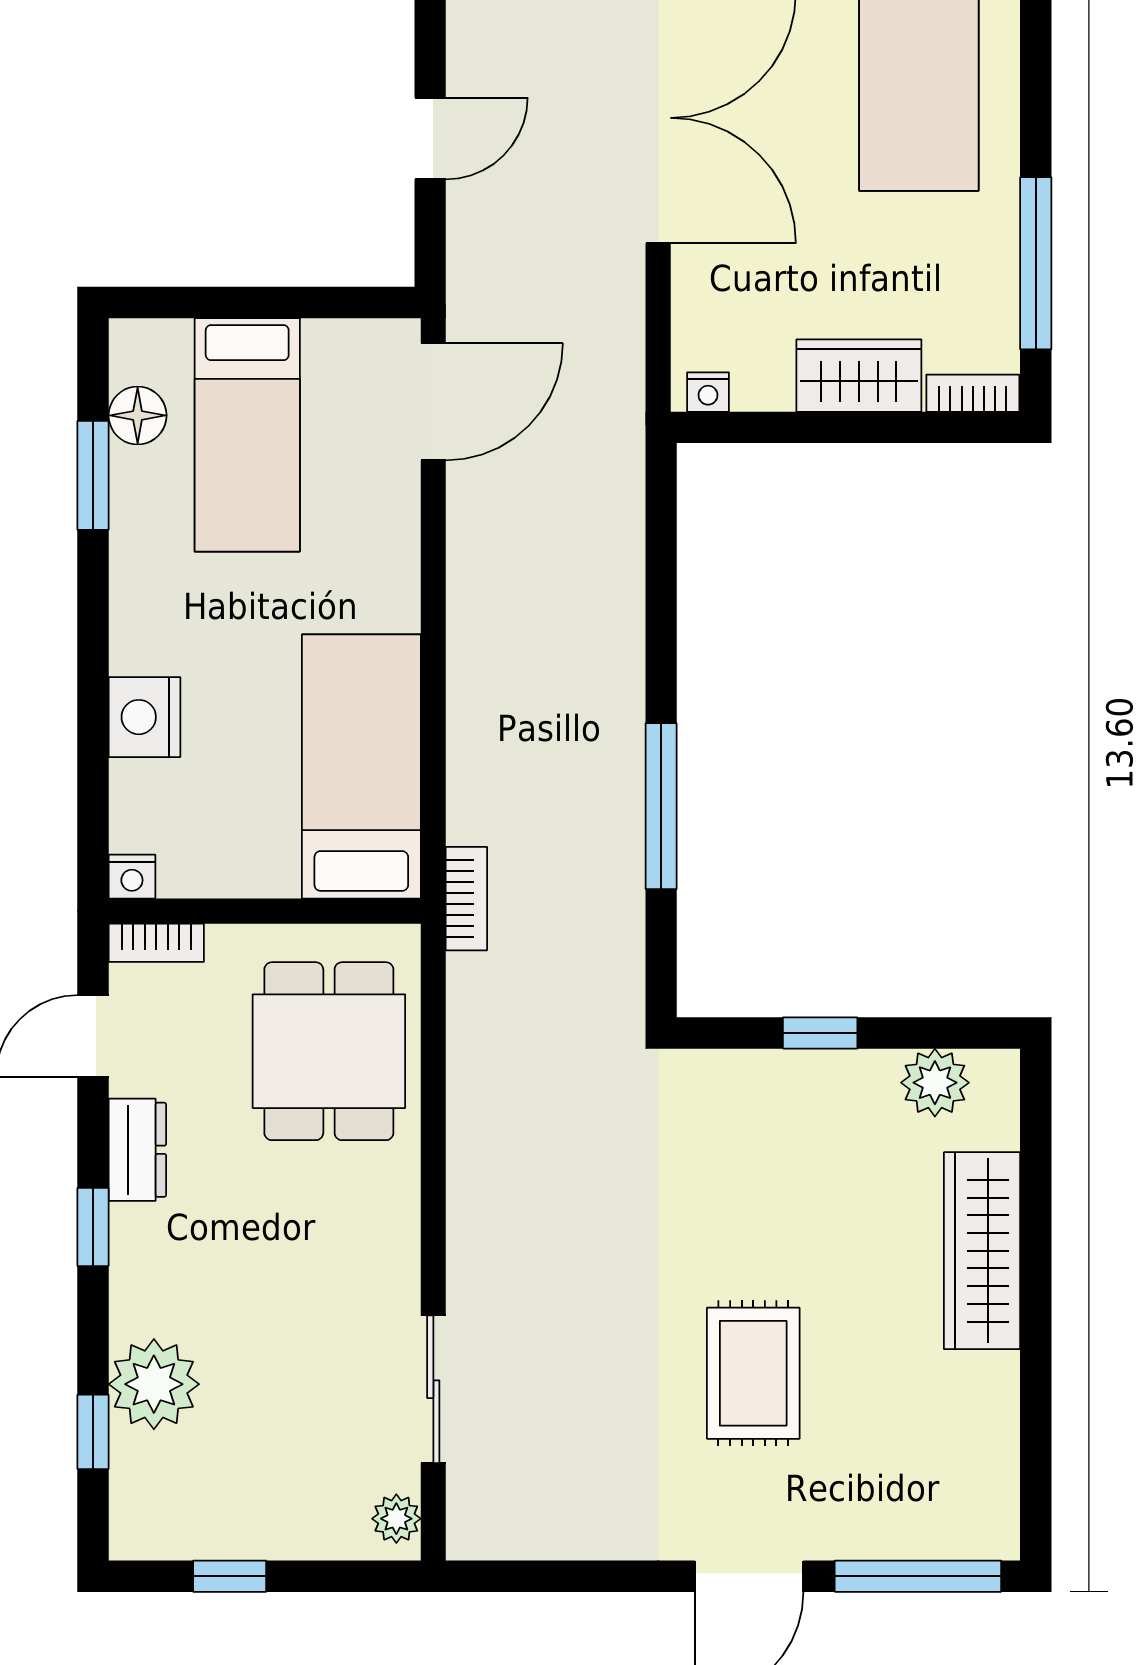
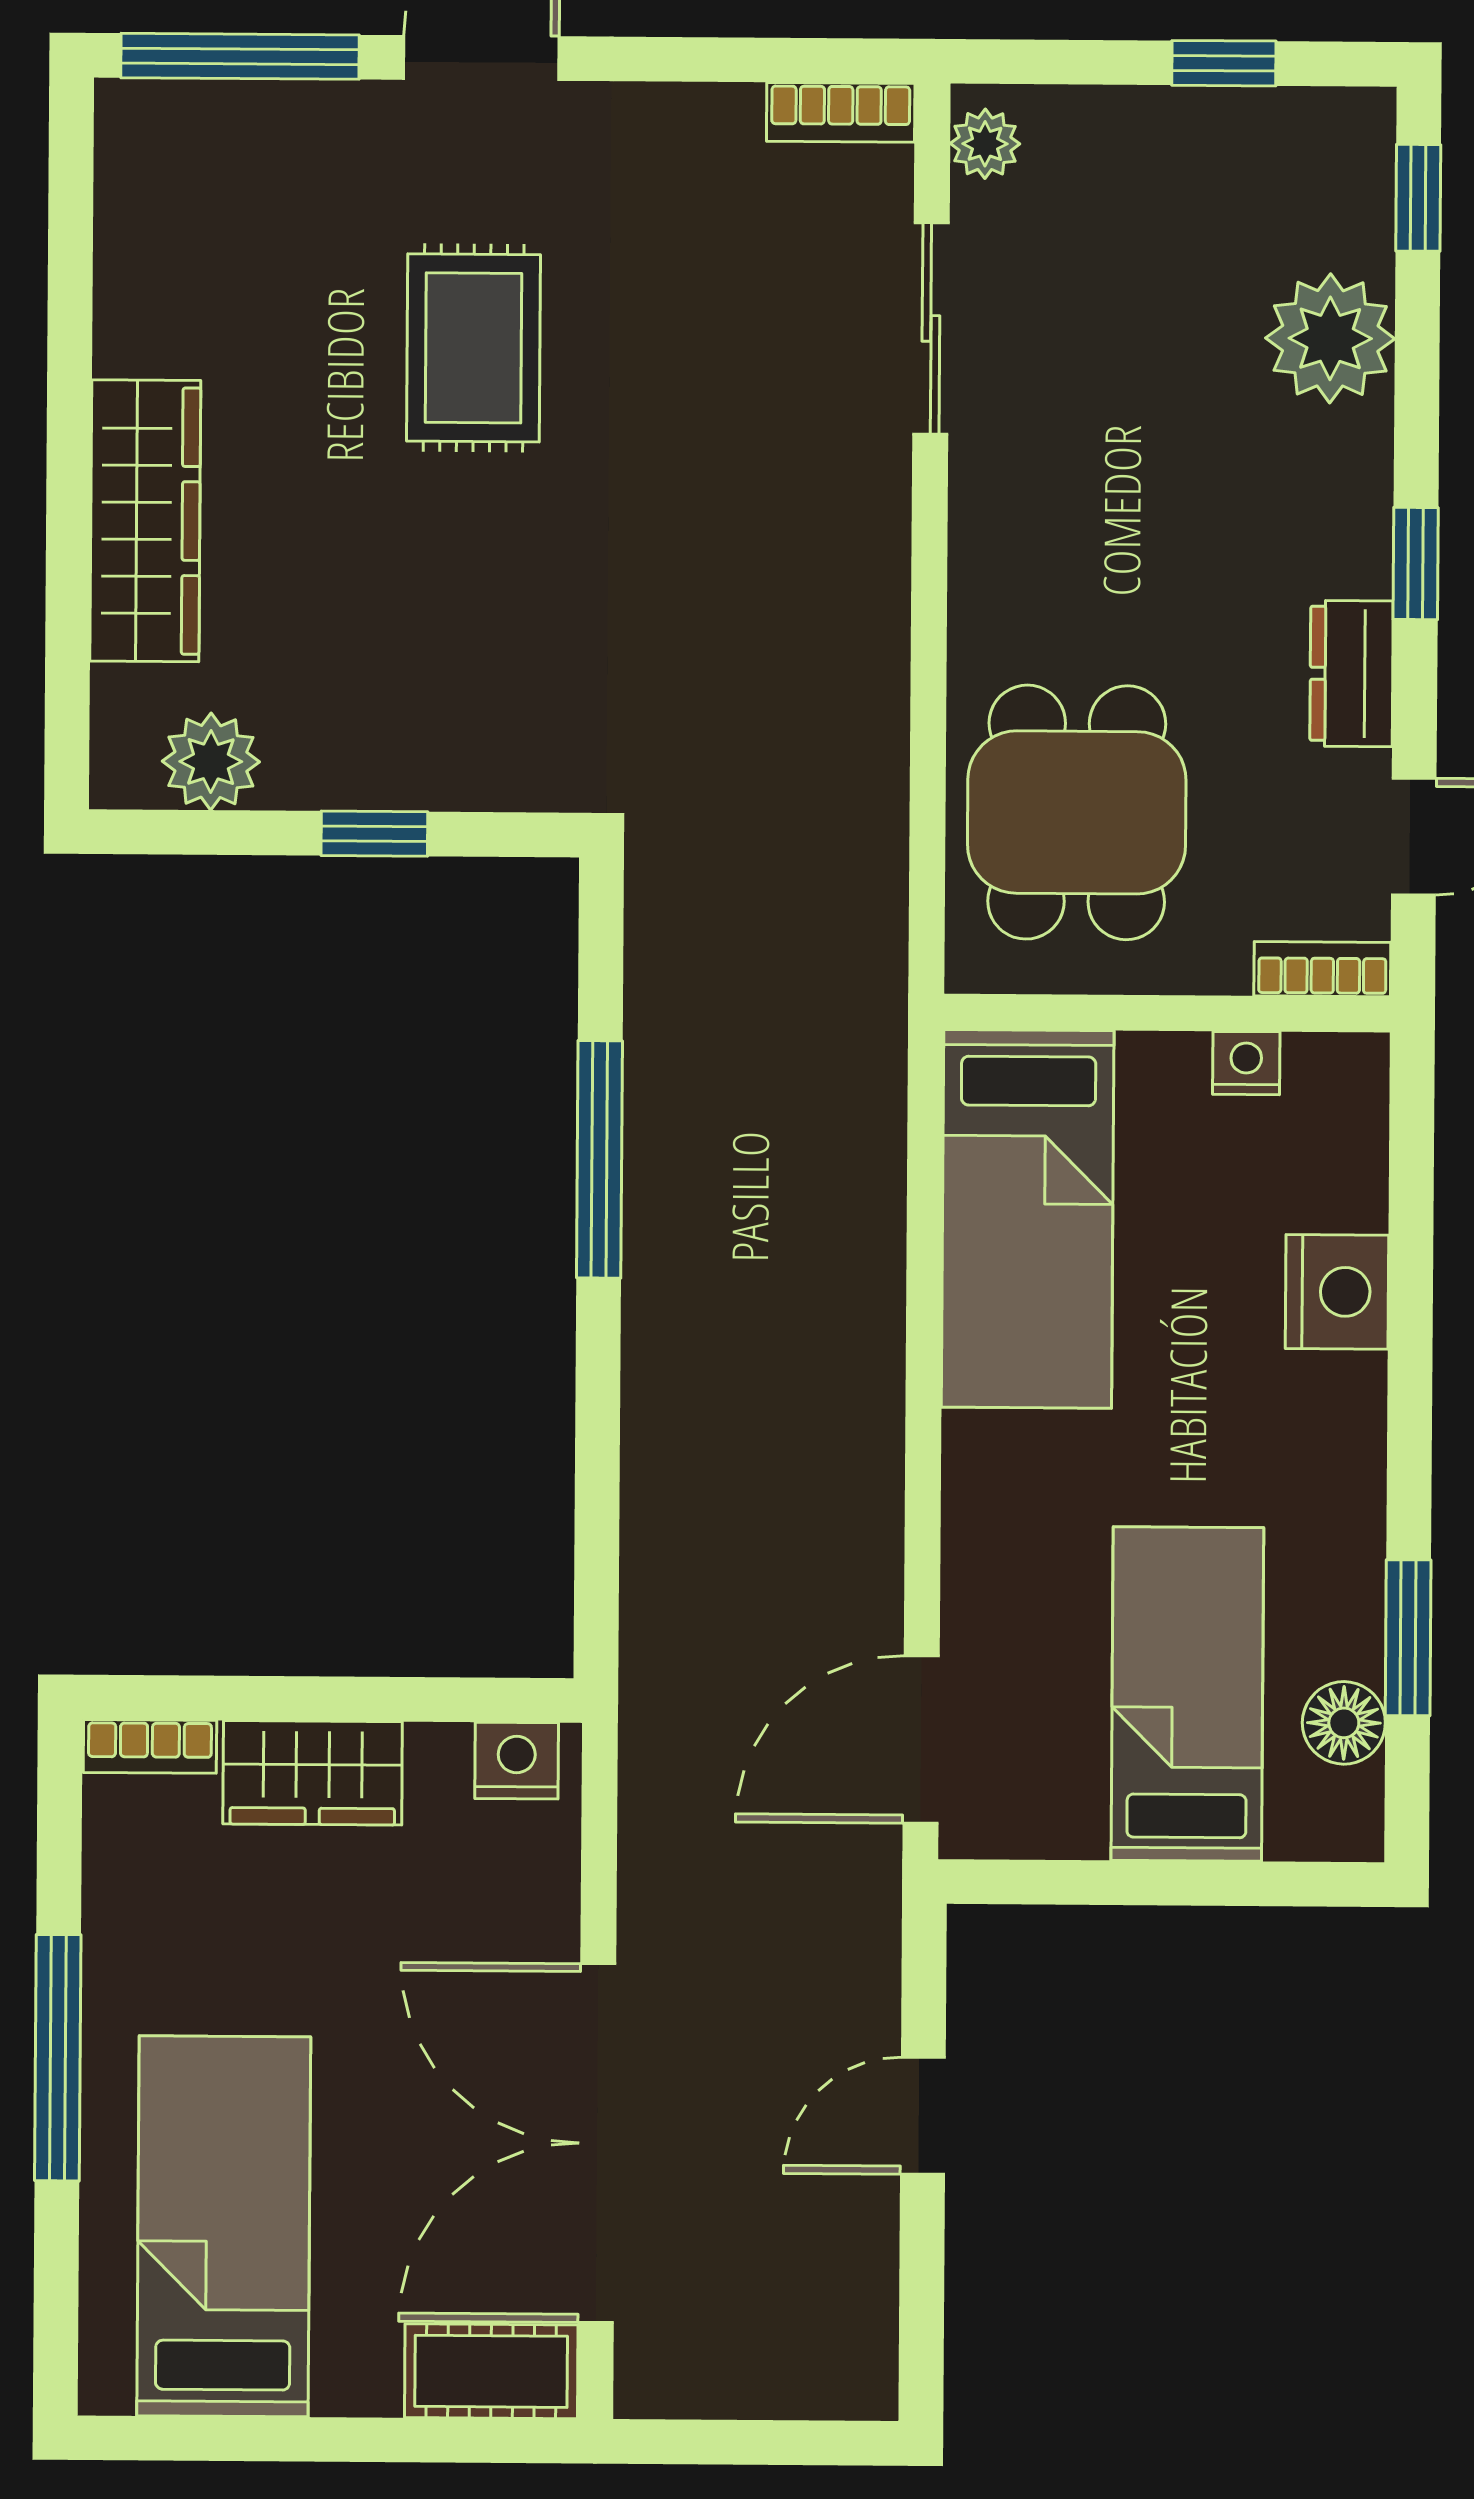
window: (1036, 263) -> (58, 2058), moved
nightstand: (708, 392) -> (517, 1761), width x1.39, depth x1.35
nightstand: (132, 877) -> (1246, 1063), moved
bookcase: (466, 899) -> (841, 112), moved, turned -90
window: (93, 1432) -> (1418, 198), moved

